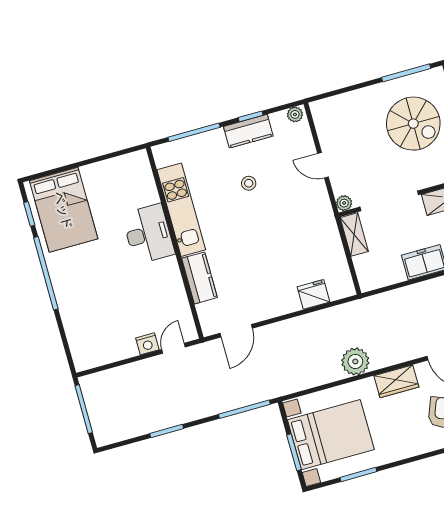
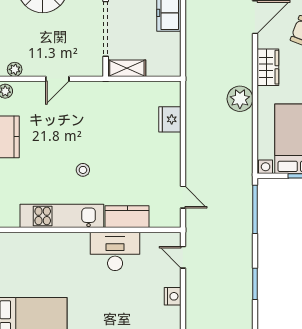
stool: (249, 183) -> (83, 170), moved
plant: (344, 203) -> (15, 69), moved
desk: (148, 234) -> (115, 251), moved
door: (236, 331) -> (183, 197), width x0.73
nightstand: (147, 344) -> (173, 296), moved

